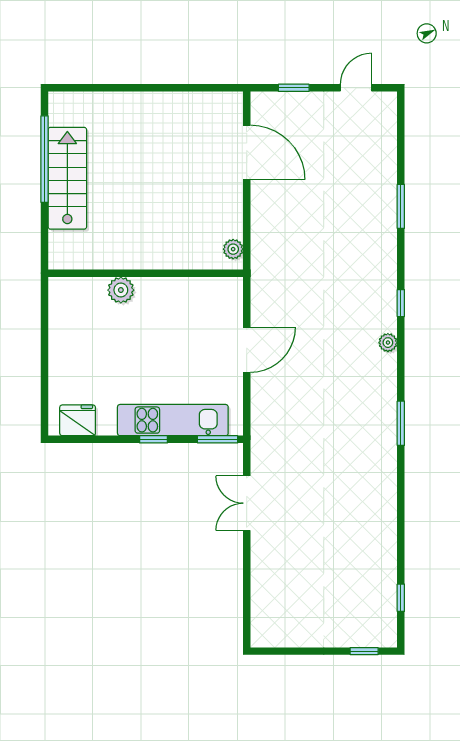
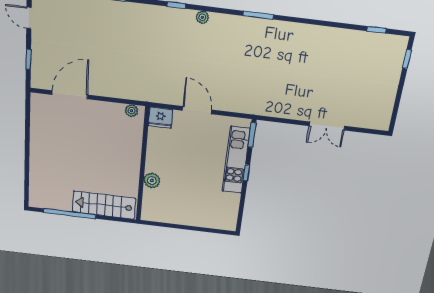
stairs: (67, 178) -> (104, 205), moved
fridge: (78, 420) -> (160, 118), moved, turned -90
double door: (247, 503) -> (327, 126), moved

